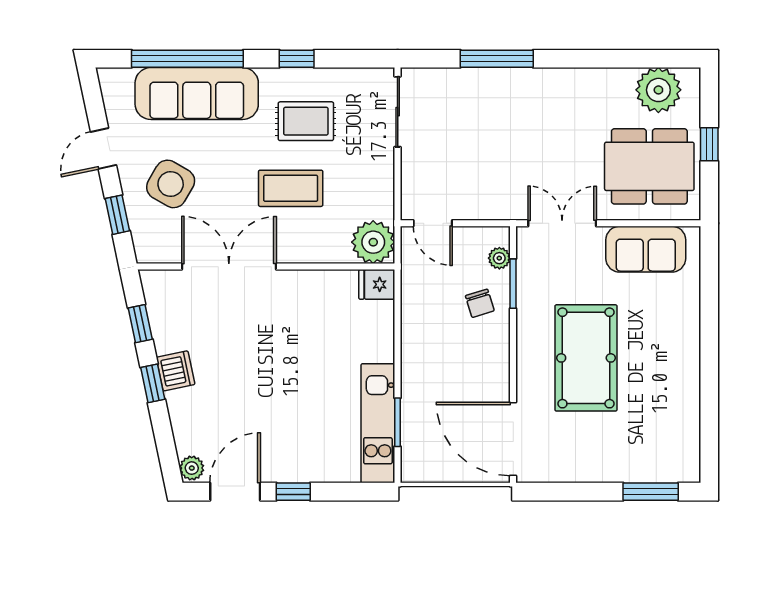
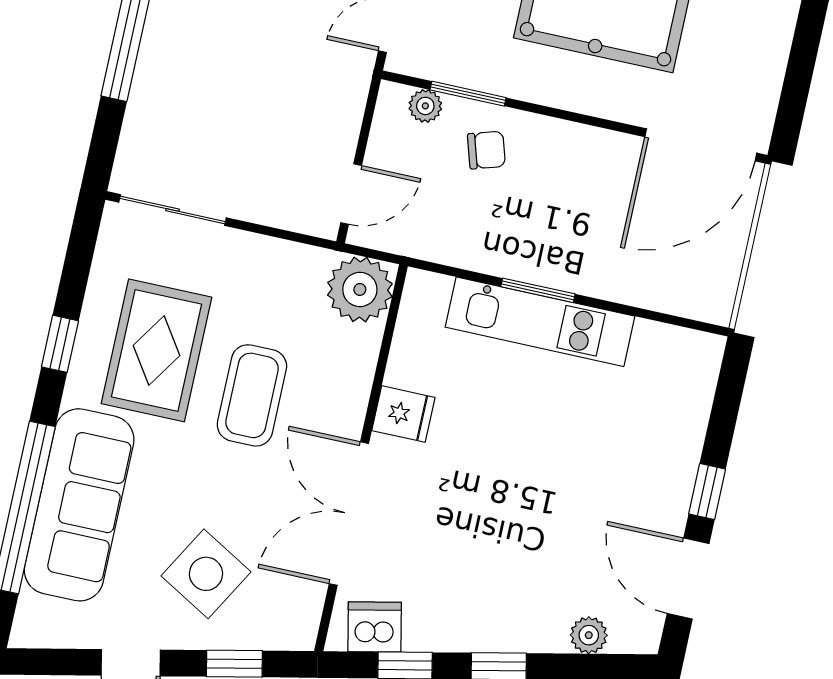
rug: (306, 121) -> (156, 350), width x1.36, depth x1.43
fridge: (377, 284) -> (403, 414), moved, turned -90
dishwasher: (176, 371) -> (375, 627), moved
window: (398, 422) -> (538, 290), moved
kitchen unit: (378, 423) -> (540, 322), moved
plant: (192, 468) -> (589, 635), moved

